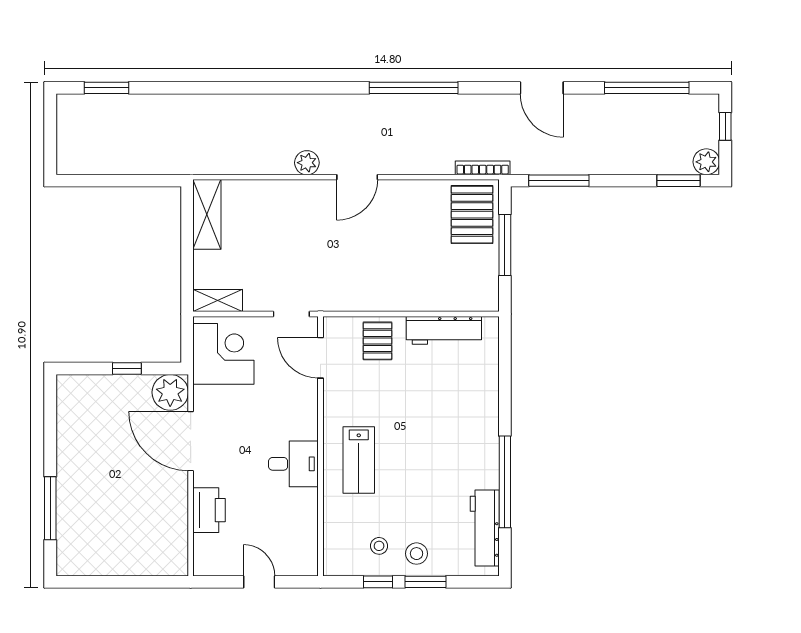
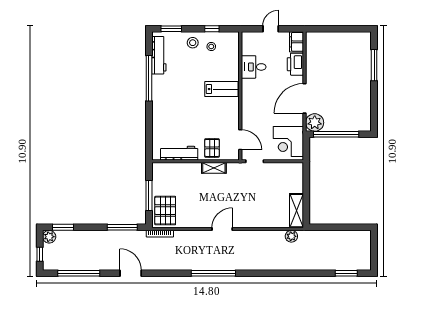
window: (414, 88) -> (213, 273), moved
plant: (307, 163) -> (291, 236), moved
shelving: (218, 301) -> (214, 168), moved
window: (127, 369) -> (336, 134), width x3.17
door: (191, 441) -> (305, 98), swing flipped
lab bench: (359, 460) -> (221, 89), turned 90
desk: (293, 464) -> (254, 67), moved
filing cabinet: (207, 555) -> (297, 42), added
door: (259, 582) -> (271, 29), swing flipped
window: (426, 582) -> (171, 29), moved

